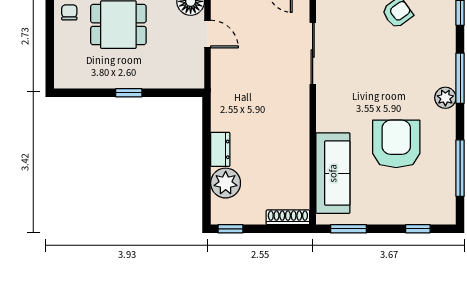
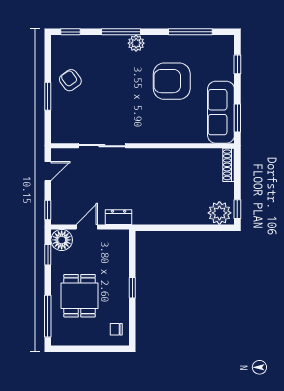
chair: (69, 12) -> (116, 329), moved
dresser: (220, 149) -> (119, 217), moved
sofa: (333, 173) -> (221, 112), moved, turned -90
plant: (226, 183) -> (219, 213), moved

